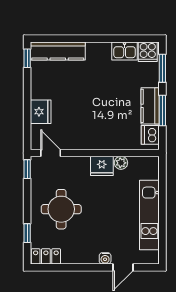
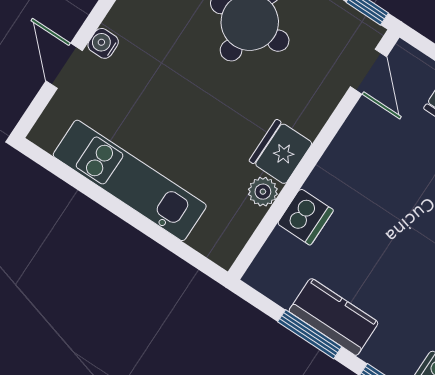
dishwasher: (150, 135) -> (305, 217), moved, turned 90
door: (51, 153) -> (368, 72), hinge flipped

